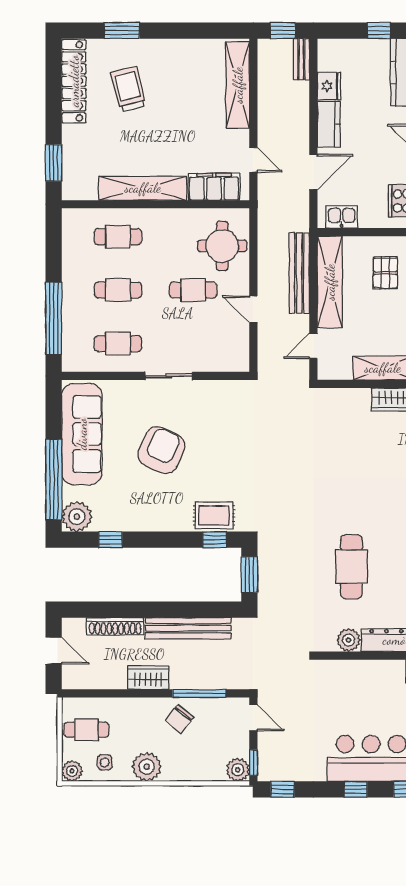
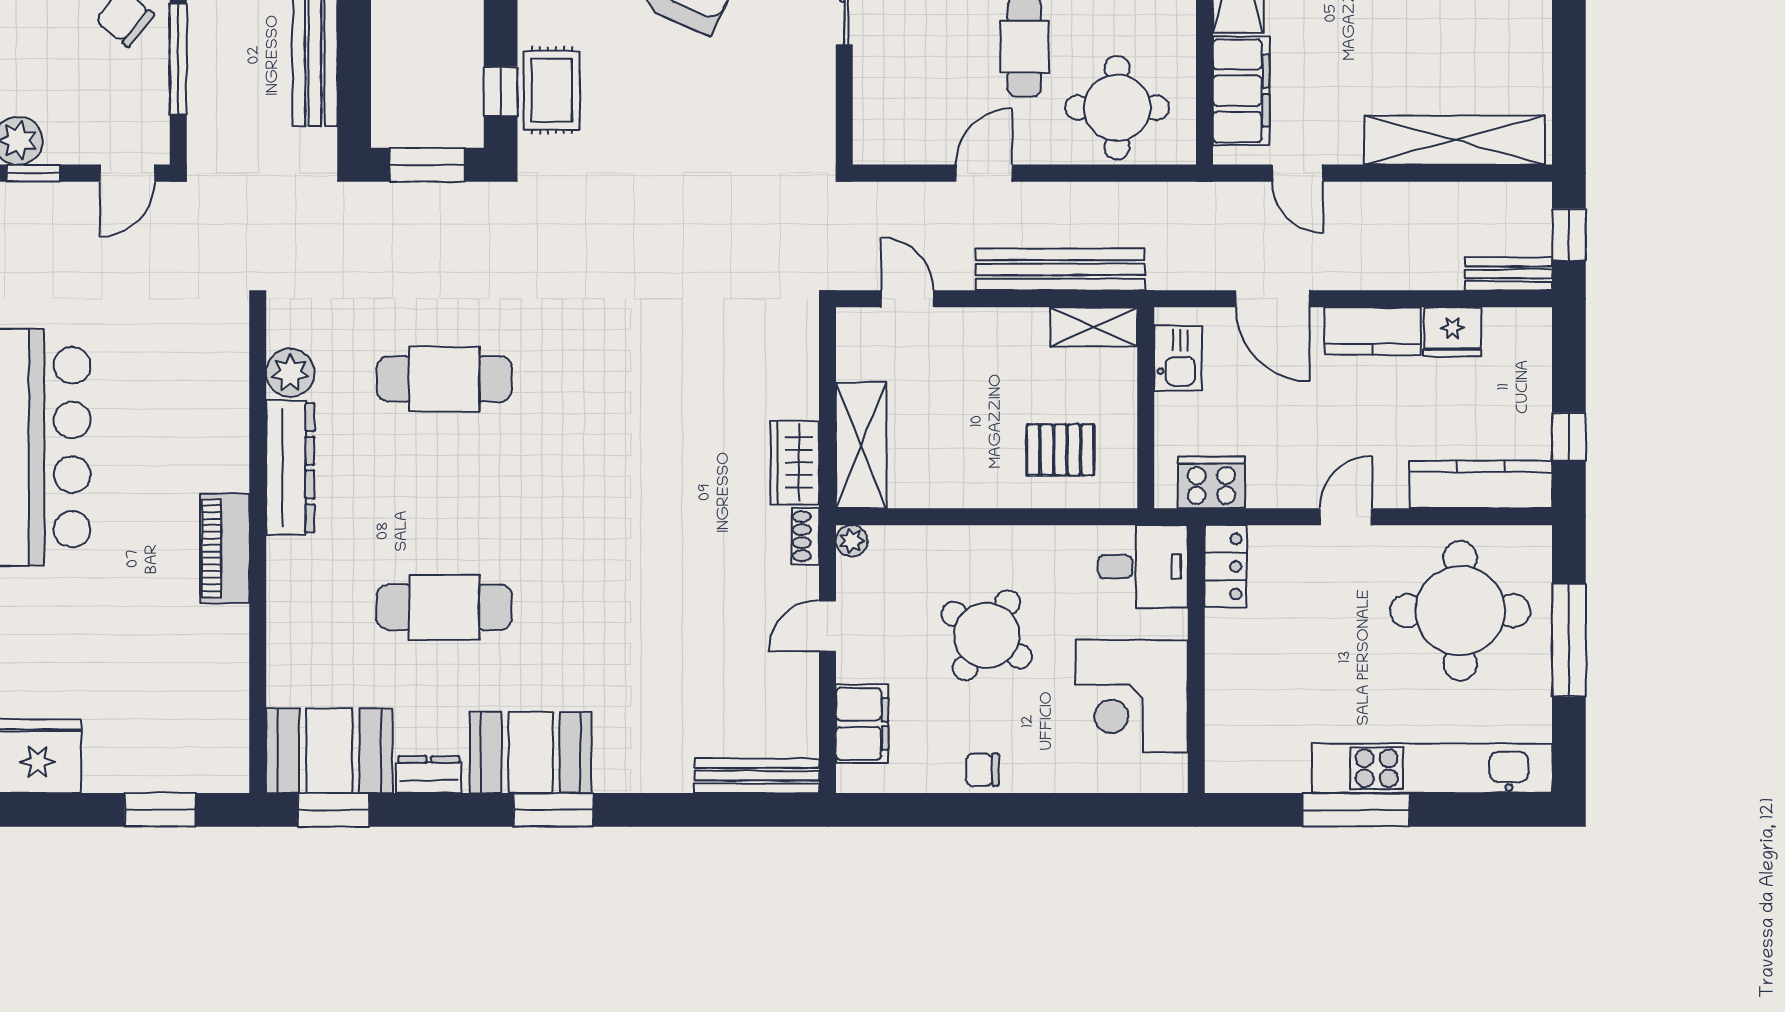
door: (253, 160) -> (1297, 173), hinge flipped
shelving: (330, 282) -> (1094, 327), width x0.45, depth x0.75

